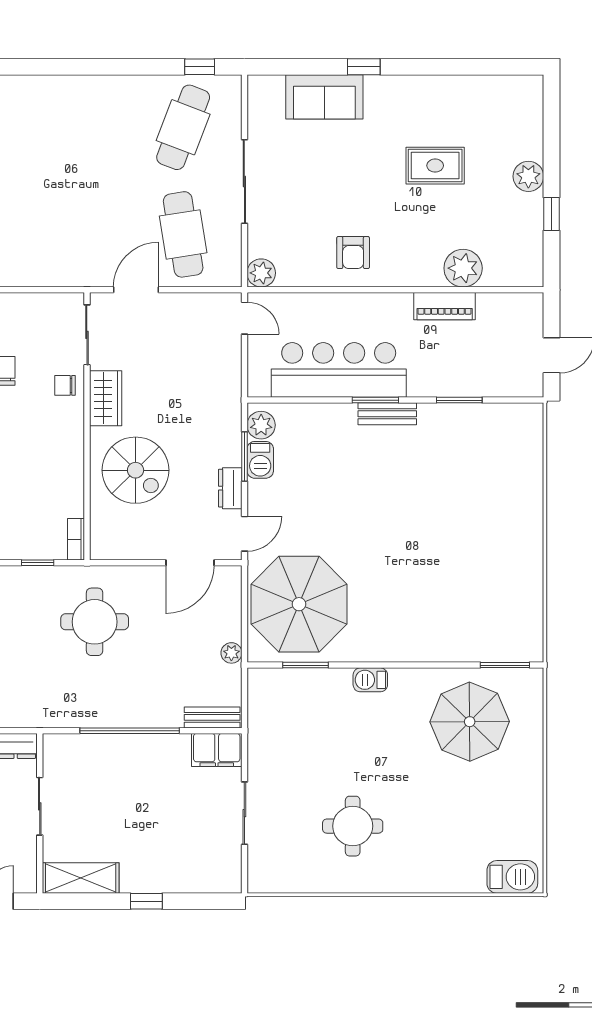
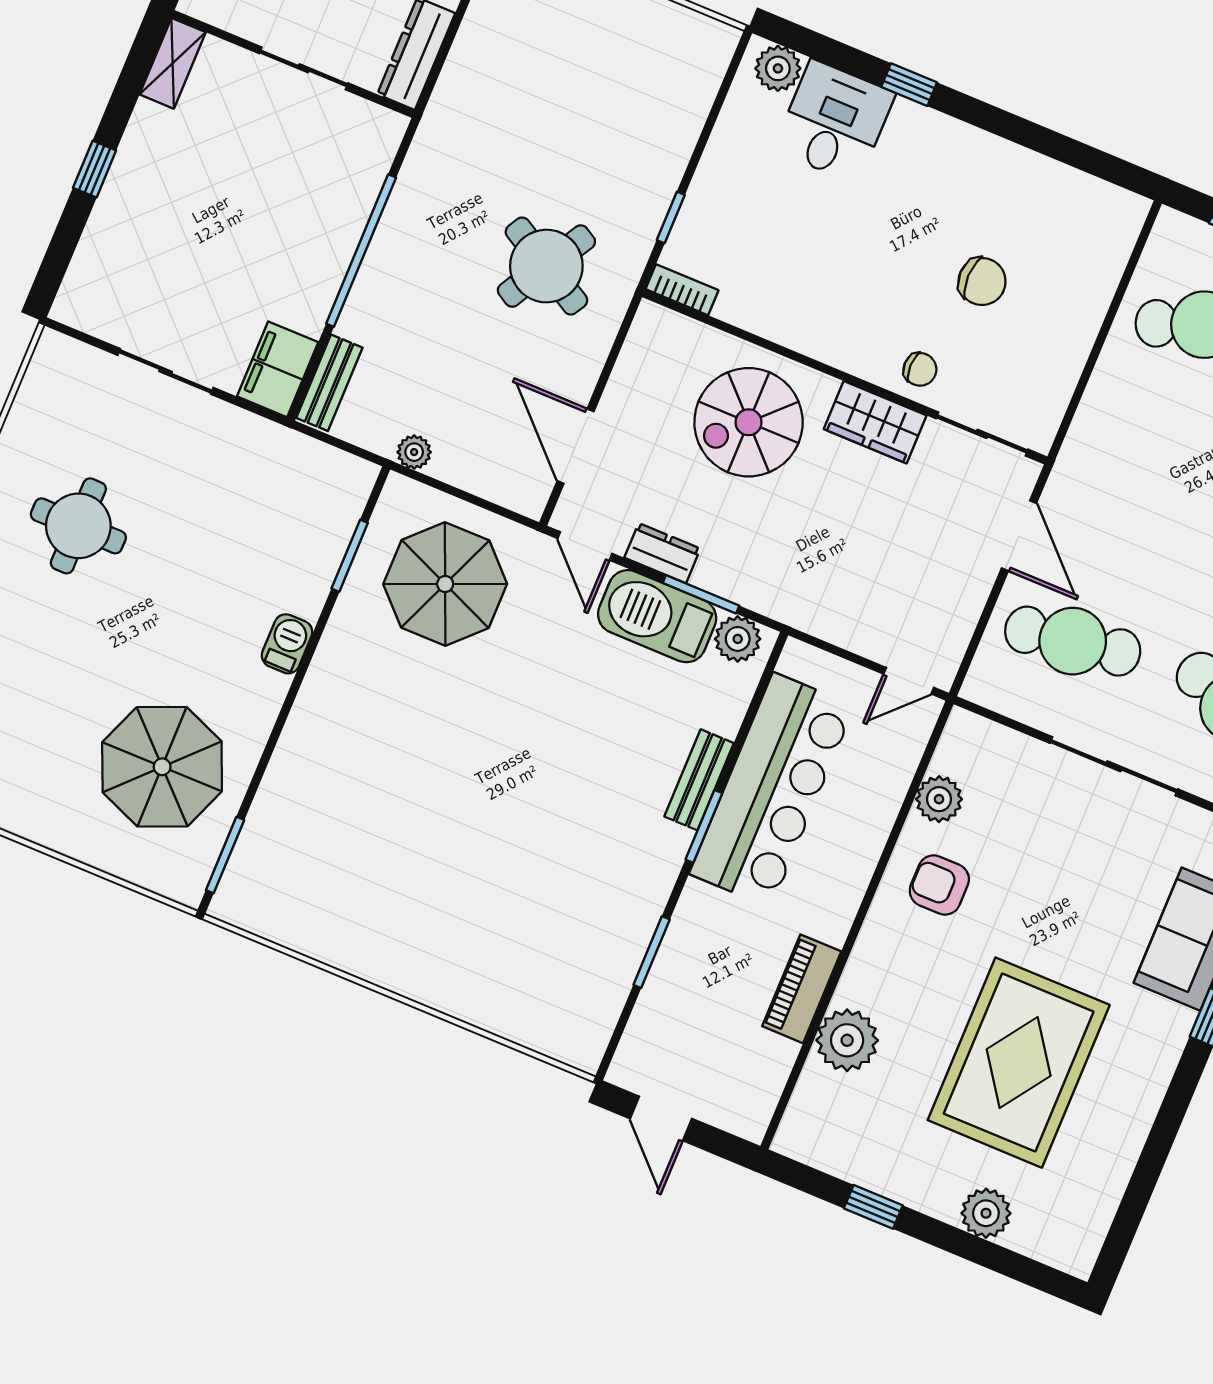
rug: (435, 166) -> (1019, 1063), width x1.86, depth x2.06
plant: (528, 176) -> (986, 1213), moved
plant: (261, 273) -> (939, 799), moved
chair: (65, 385) -> (920, 369), turned 90
bench: (387, 414) -> (699, 780), moved
barbecue: (260, 460) -> (657, 616), width x1.88, depth x1.53
parasol: (299, 604) -> (445, 584), width x0.73, depth x0.73
round table: (95, 622) -> (546, 266), turned 30
shelving: (81, 878) -> (173, 63), width x0.67, depth x0.75

